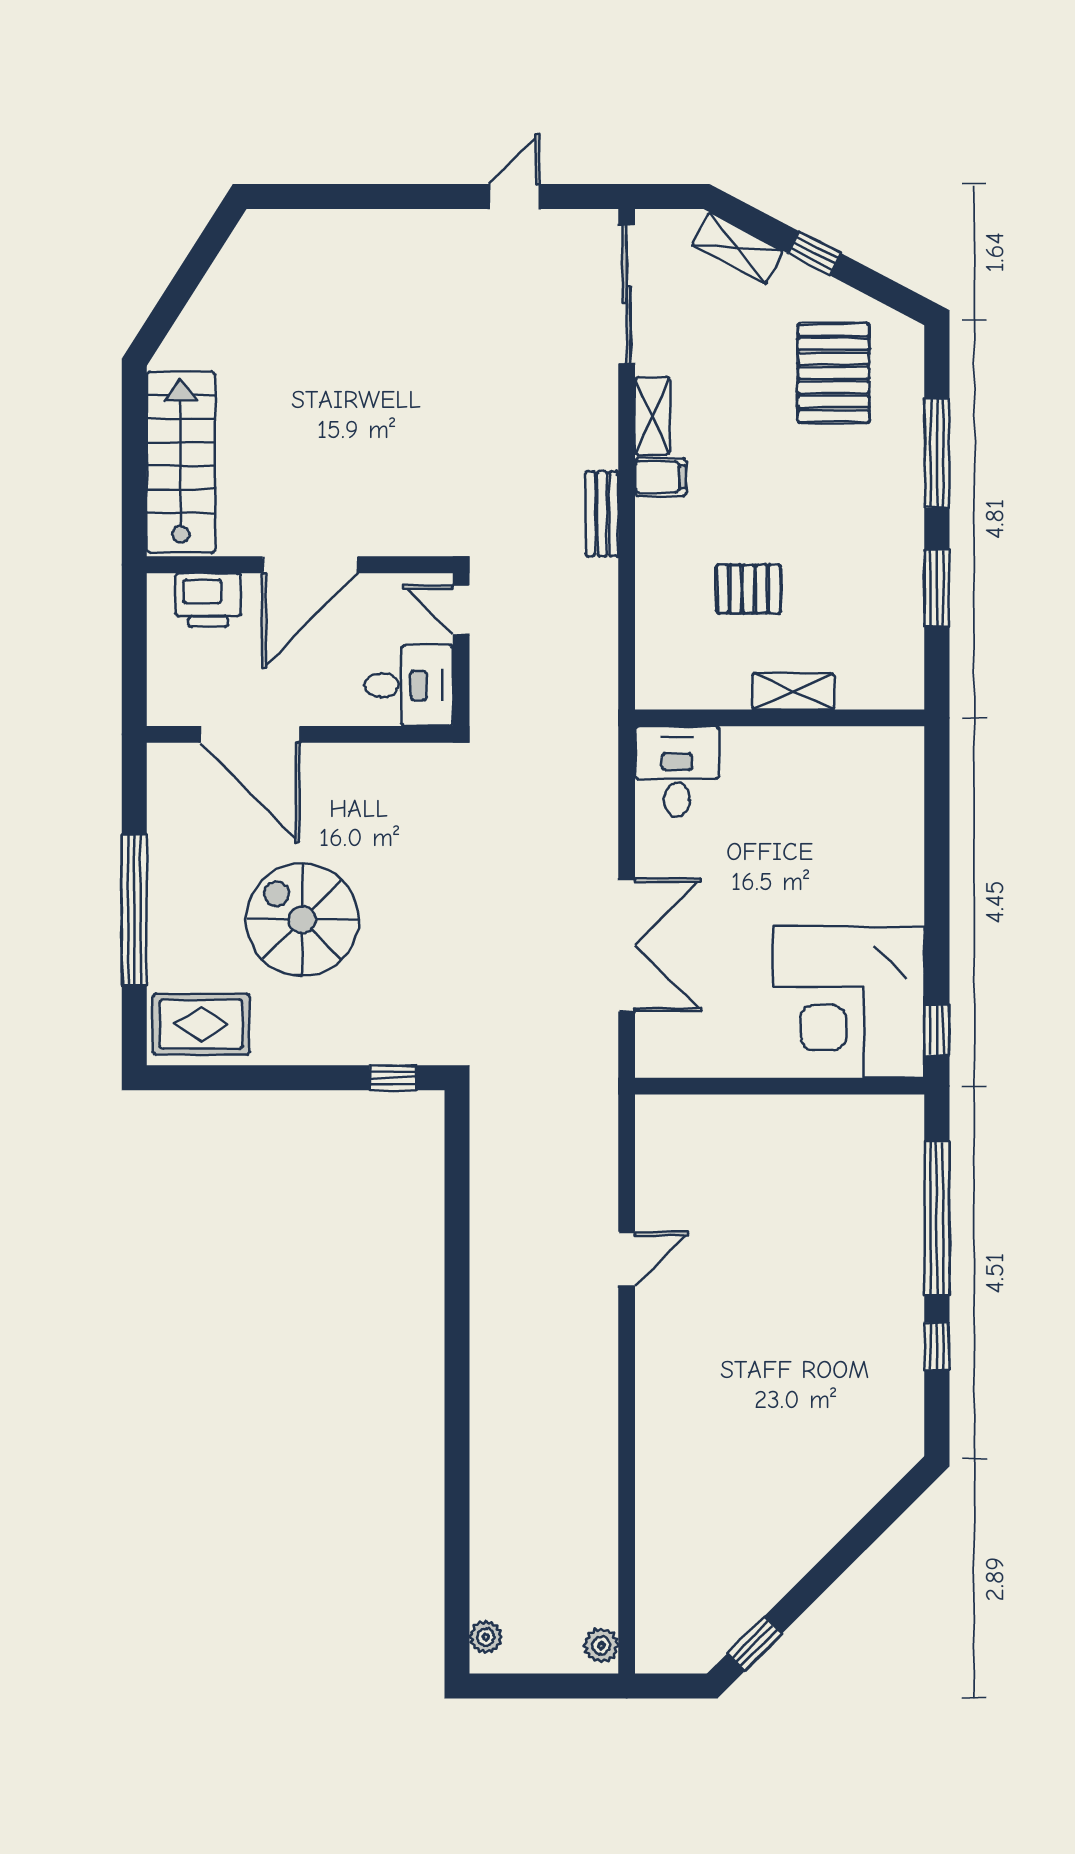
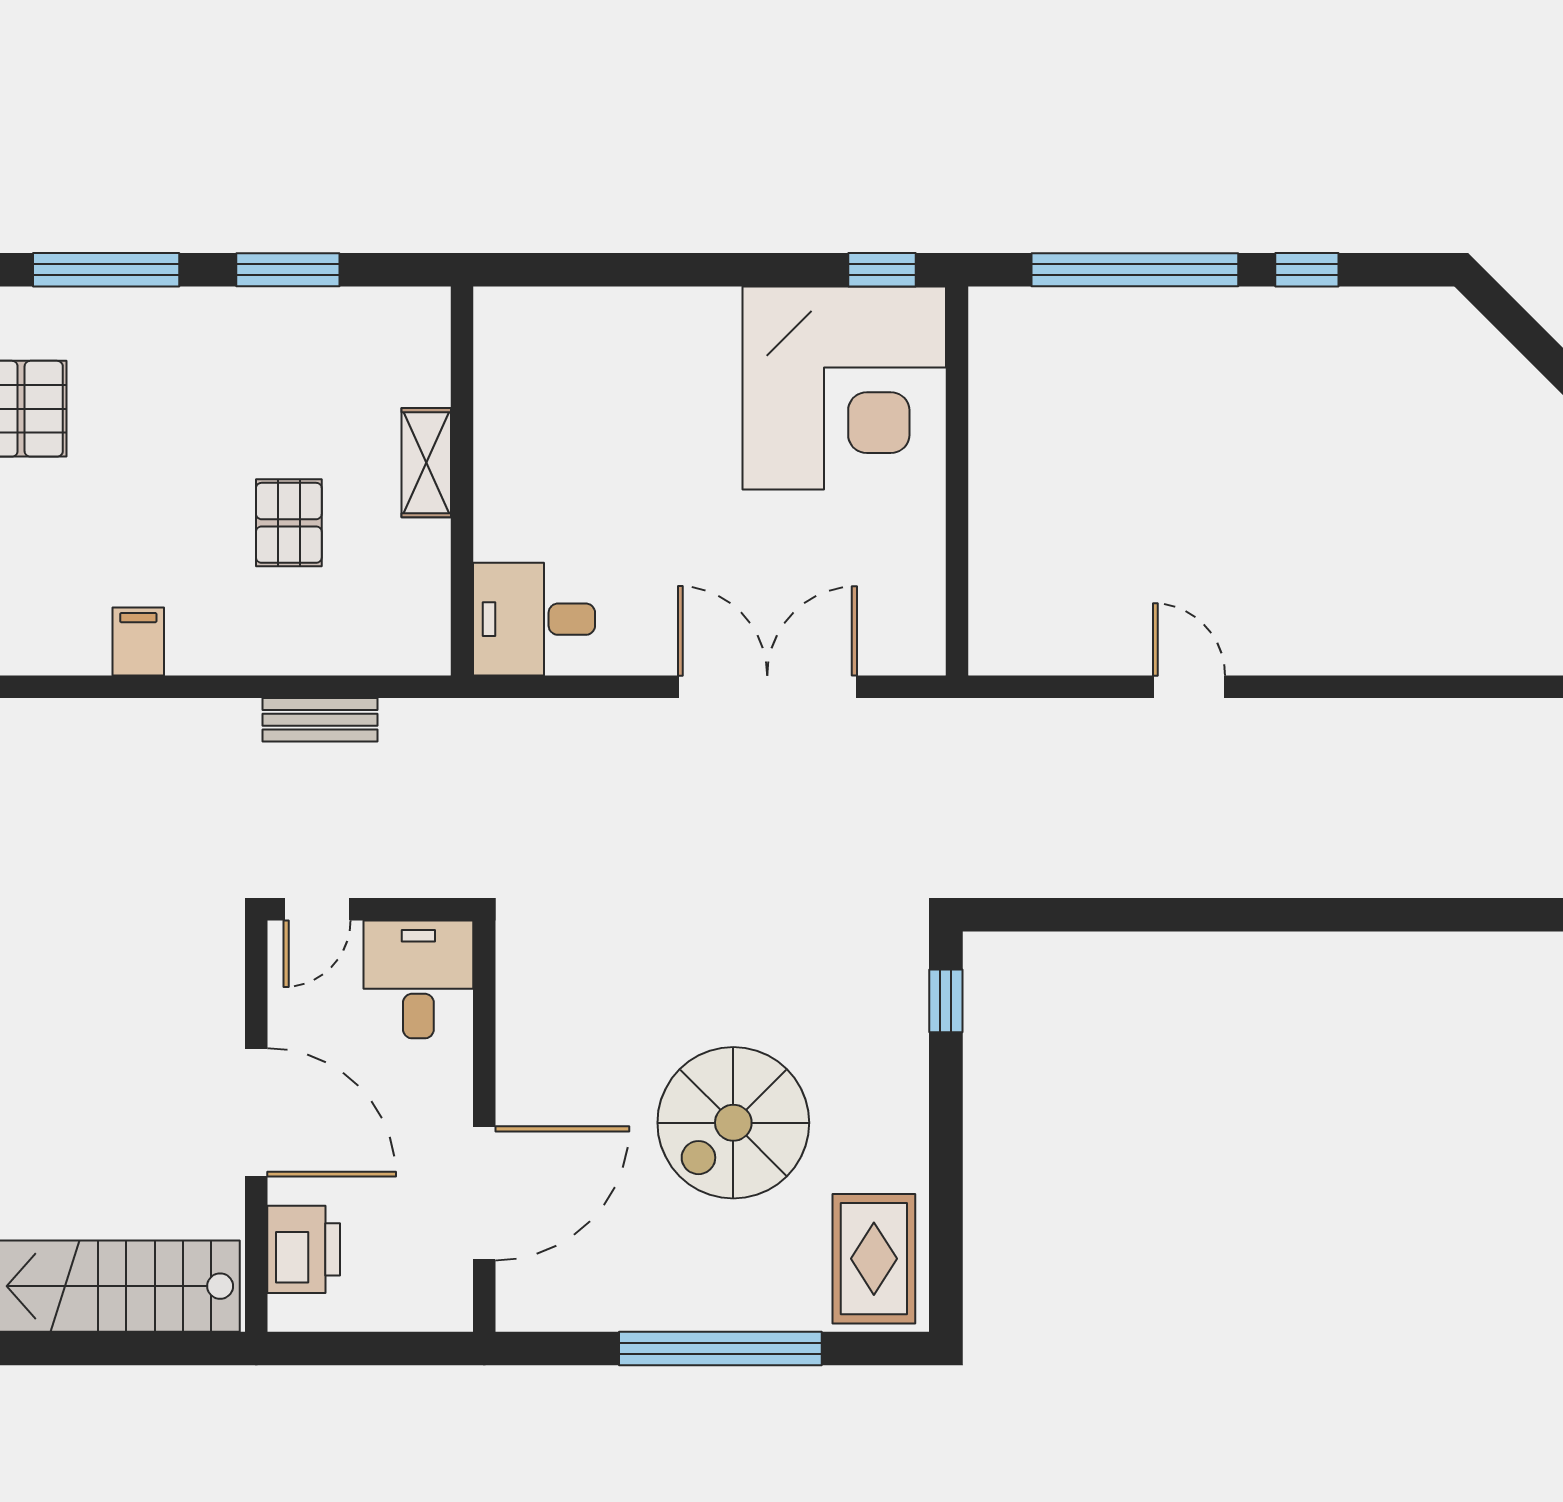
shelving: (652, 416) -> (56, 652), removed
bench: (602, 514) -> (320, 720), moved

